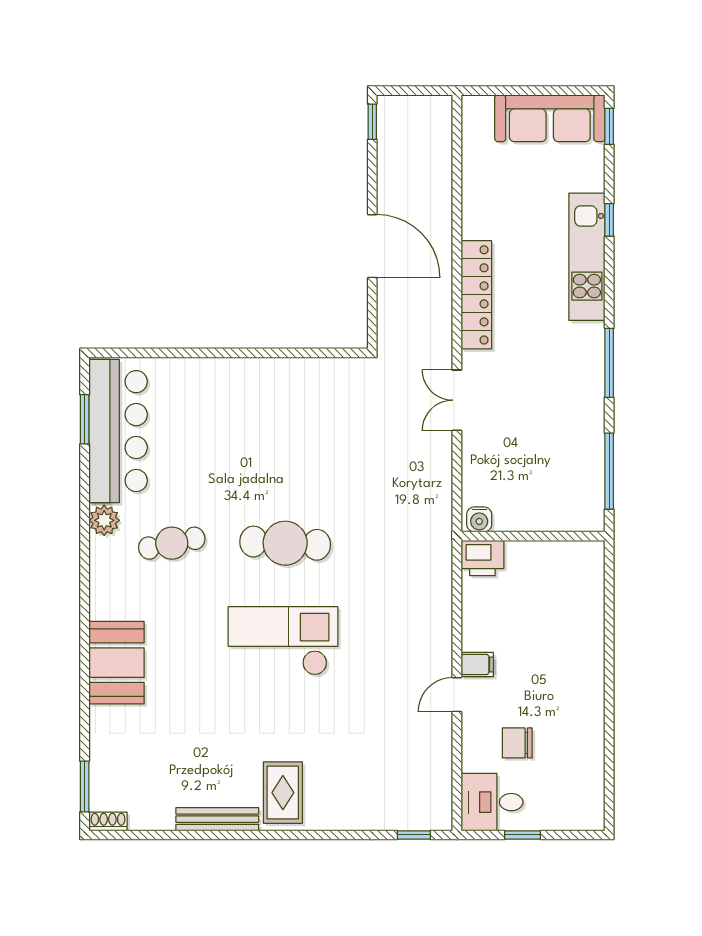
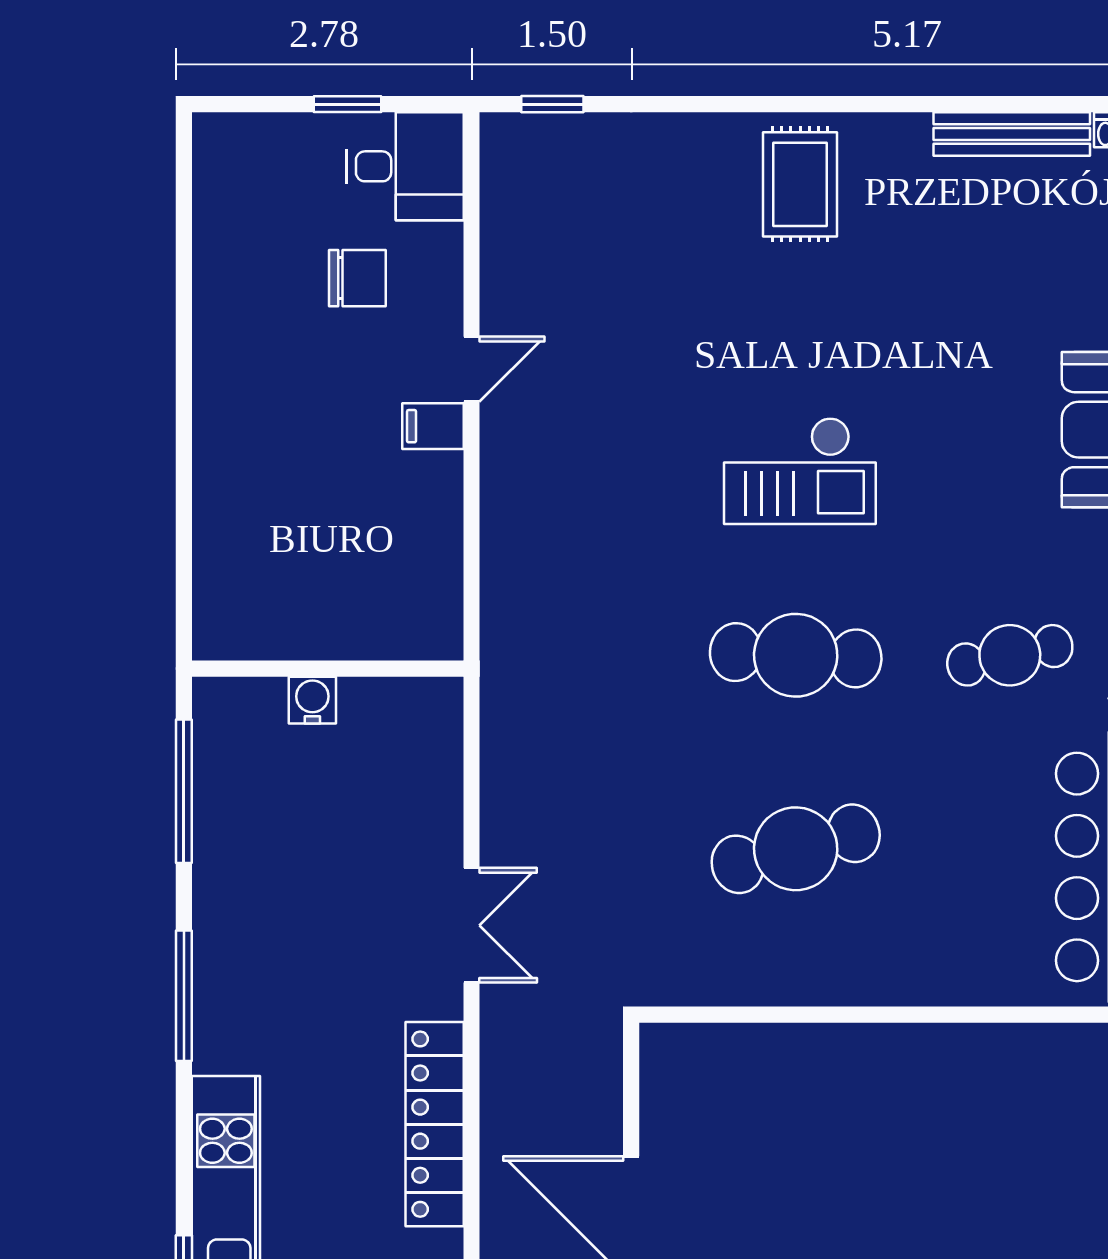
cafe table: (285, 441) -> (796, 849), added
water cooler: (479, 519) -> (312, 700), moved
printer: (482, 558) -> (423, 627), removed
checkout: (283, 641) -> (800, 471), width x0.73, depth x0.83
bench: (217, 819) -> (1012, 134), moved

